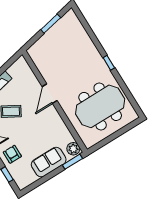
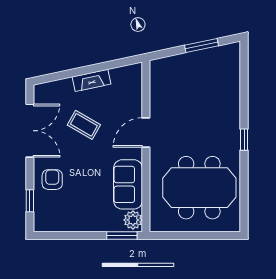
sofa: (49, 162) -> (128, 184), moved, turned -90

